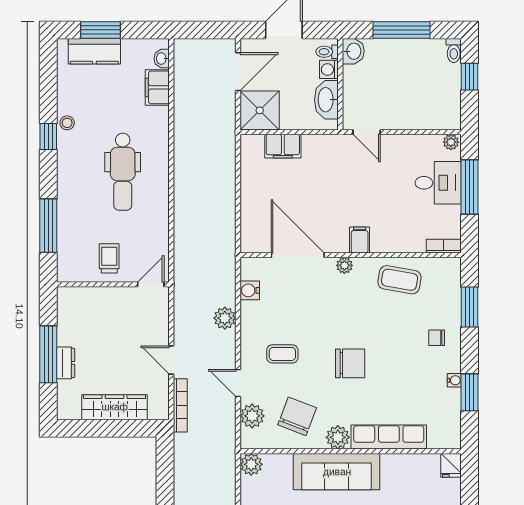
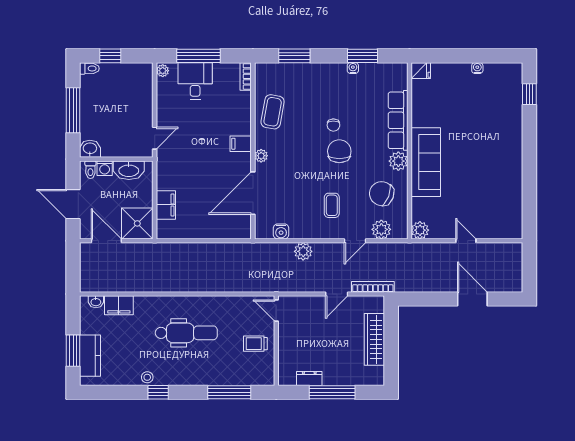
chair: (437, 338) -> (333, 125), moved
dresser: (66, 363) -> (309, 378), moved

